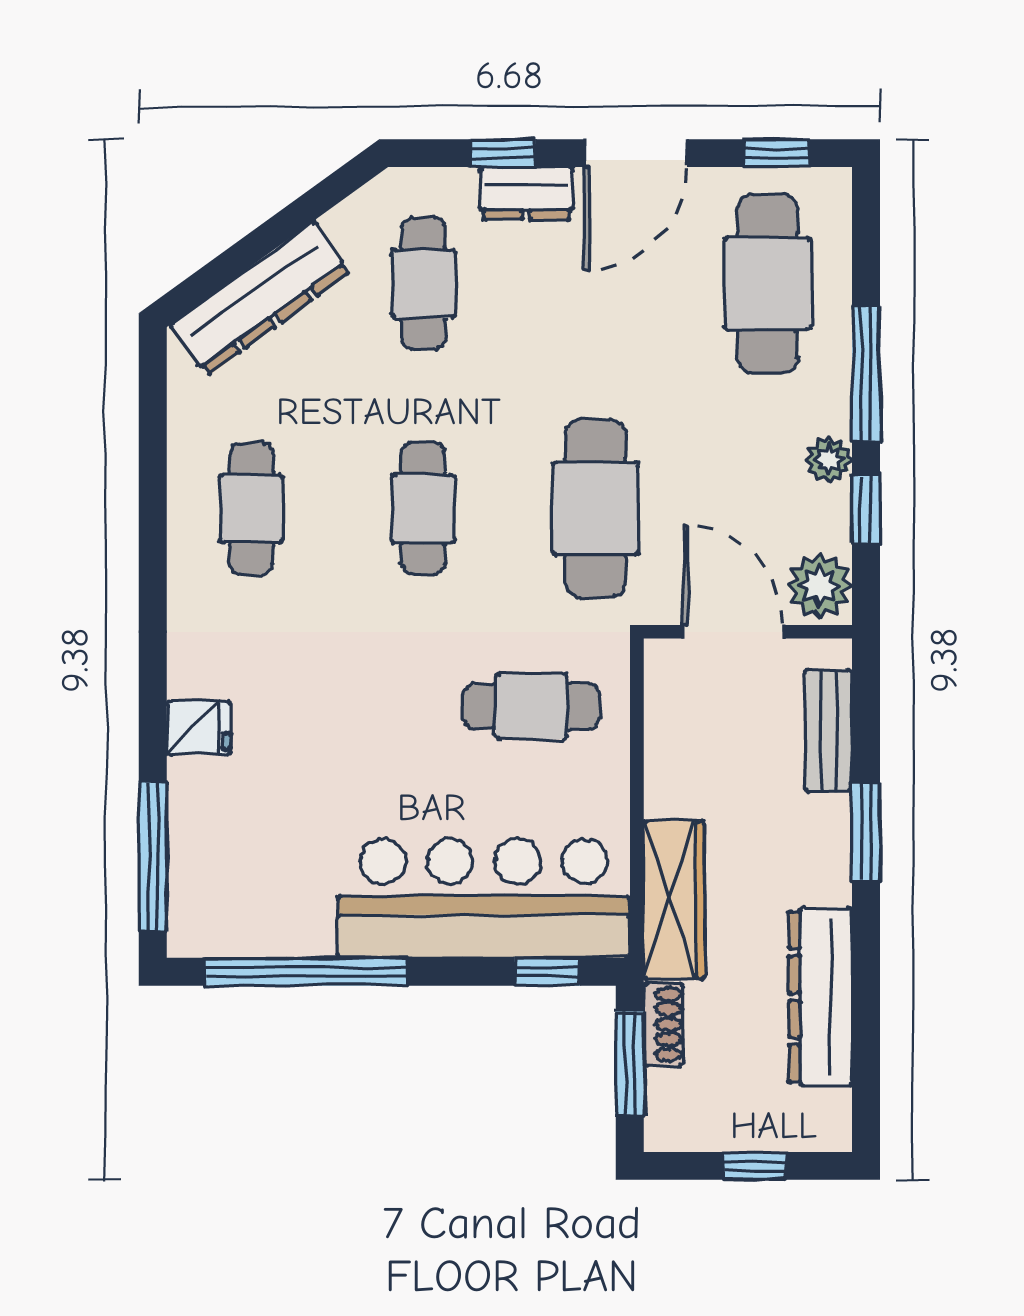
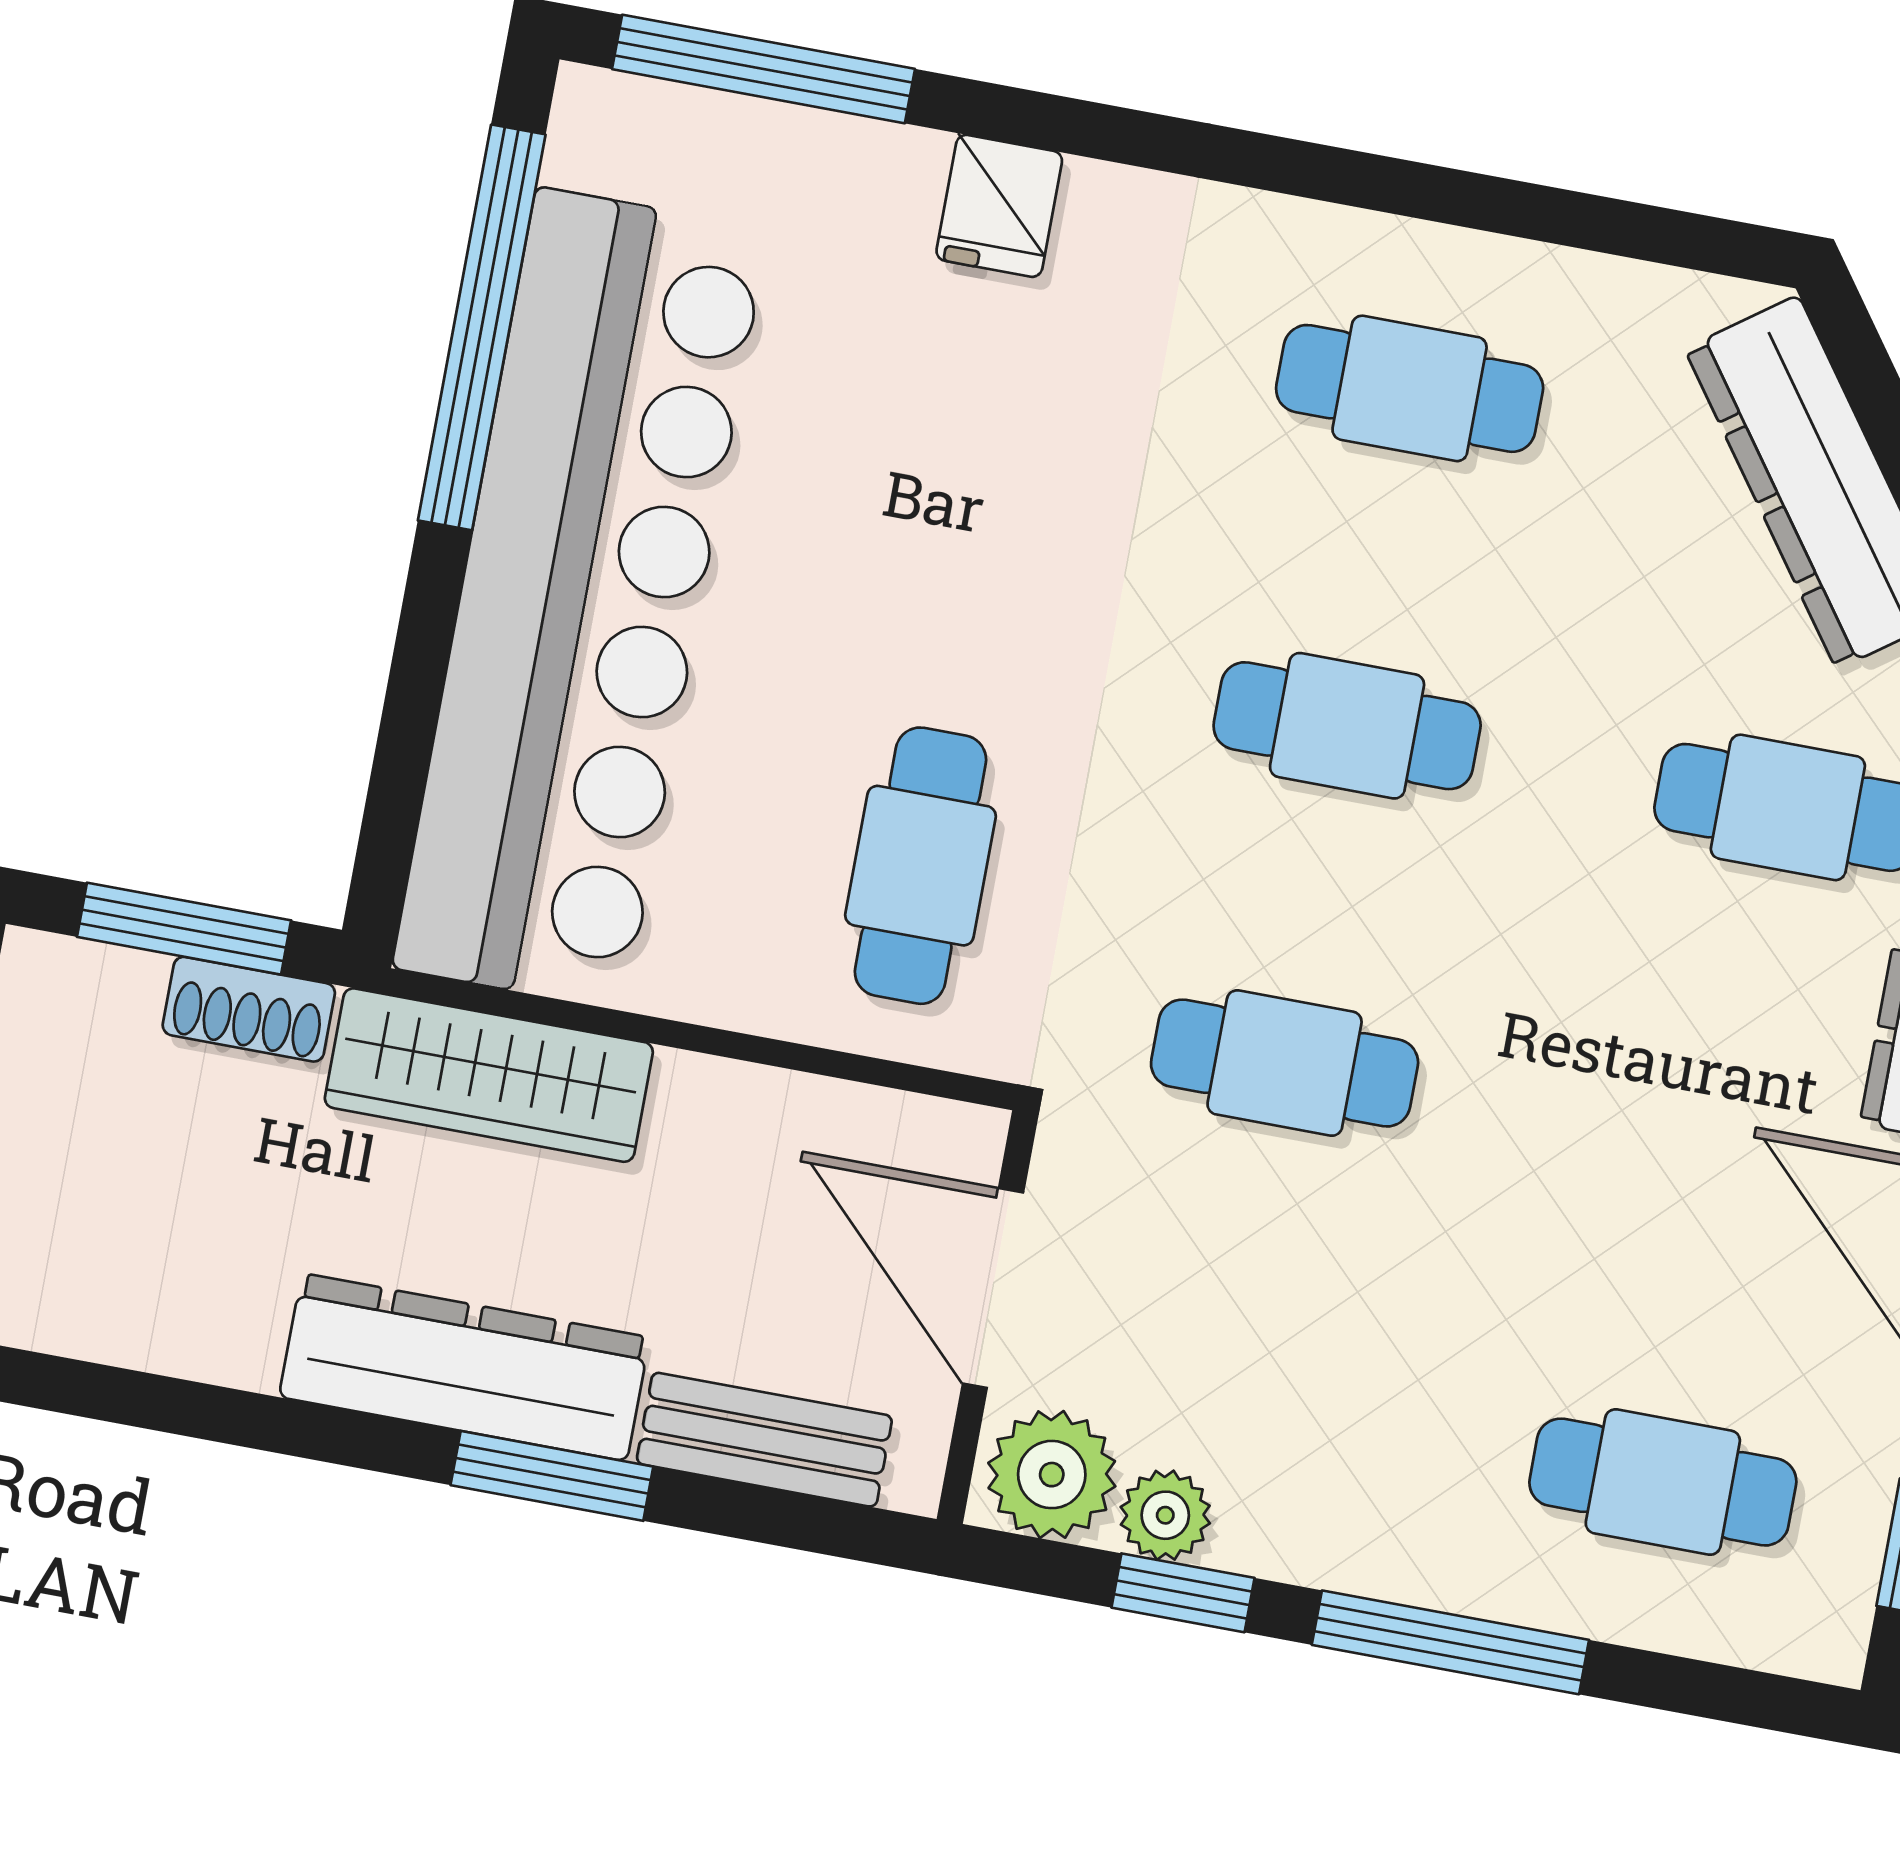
cafe table: (767, 284) -> (1663, 1482), width x0.73, depth x0.74
plant: (829, 460) -> (1165, 1515), moved
cafe table: (595, 509) -> (1285, 1063), width x0.73, depth x0.74
door: (733, 632) -> (993, 1288), swing flipped
bar counter: (484, 898) -> (580, 599), width x1.36
window: (547, 972) -> (394, 800), removed
dresser: (820, 997) -> (464, 1367), moved

